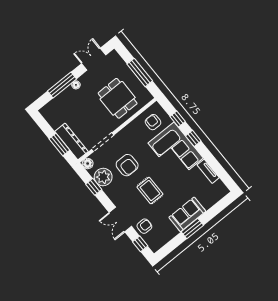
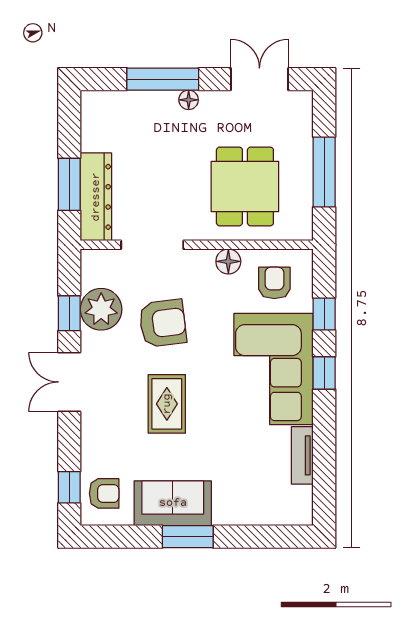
floor lamp: (88, 164) -> (228, 261), moved
armchair: (127, 165) -> (163, 323), turned -97
sofa: (187, 214) -> (173, 503), moved
double door: (120, 219) -> (69, 382), moved
armchair: (144, 226) -> (104, 493), moved

